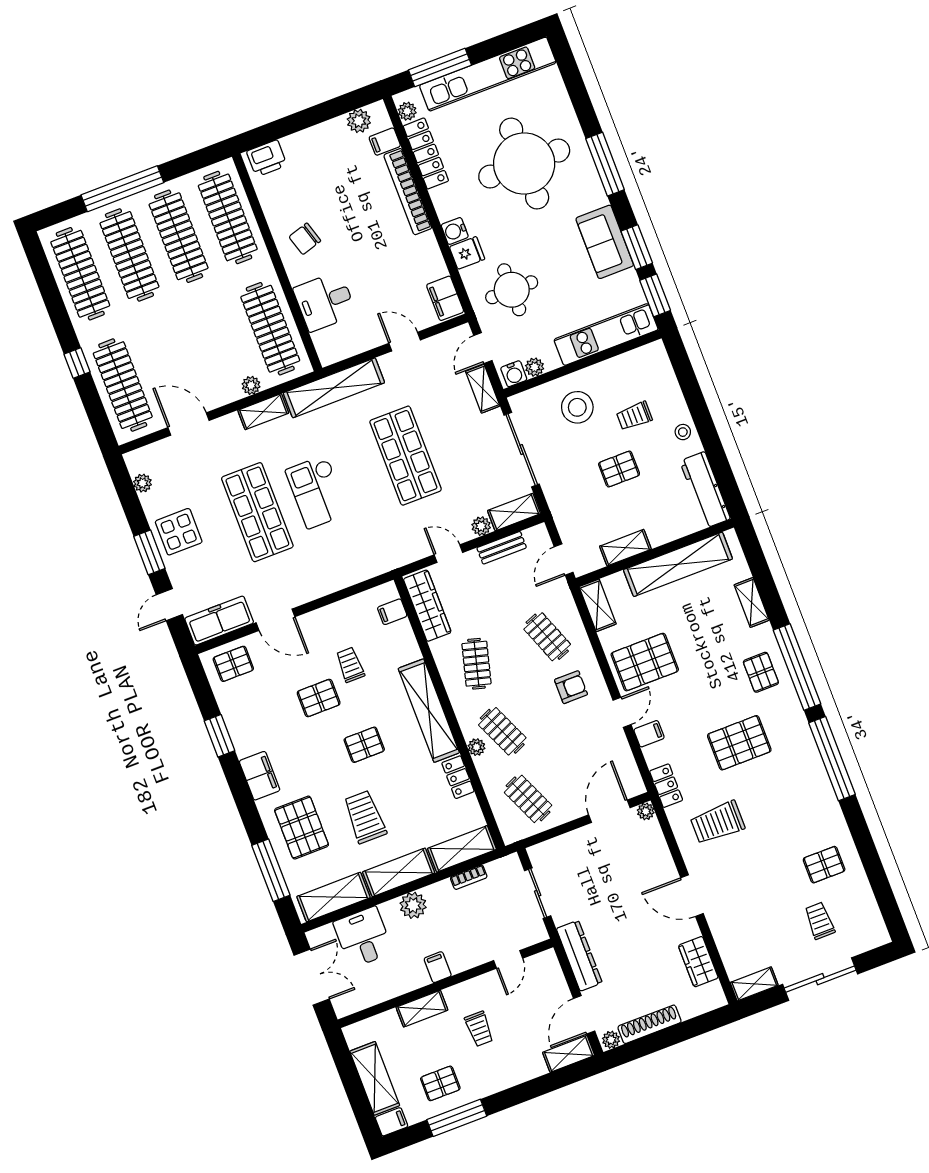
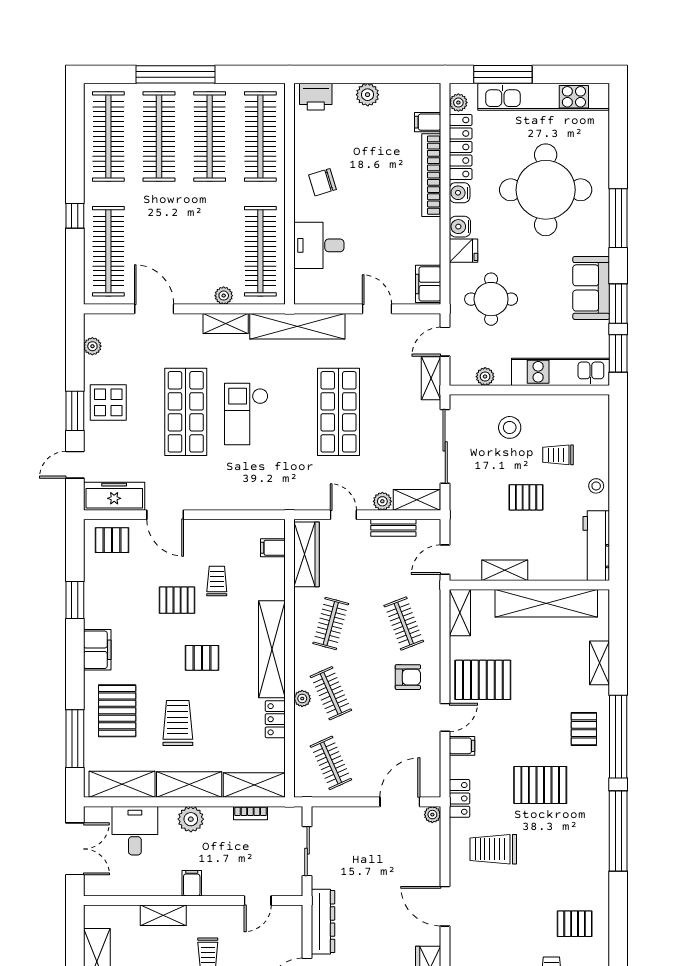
plant: (359, 121) -> (368, 95), moved
water cooler: (514, 374) -> (460, 193), moved, turned 90
stool: (577, 407) -> (510, 427), width x0.73, depth x0.73

